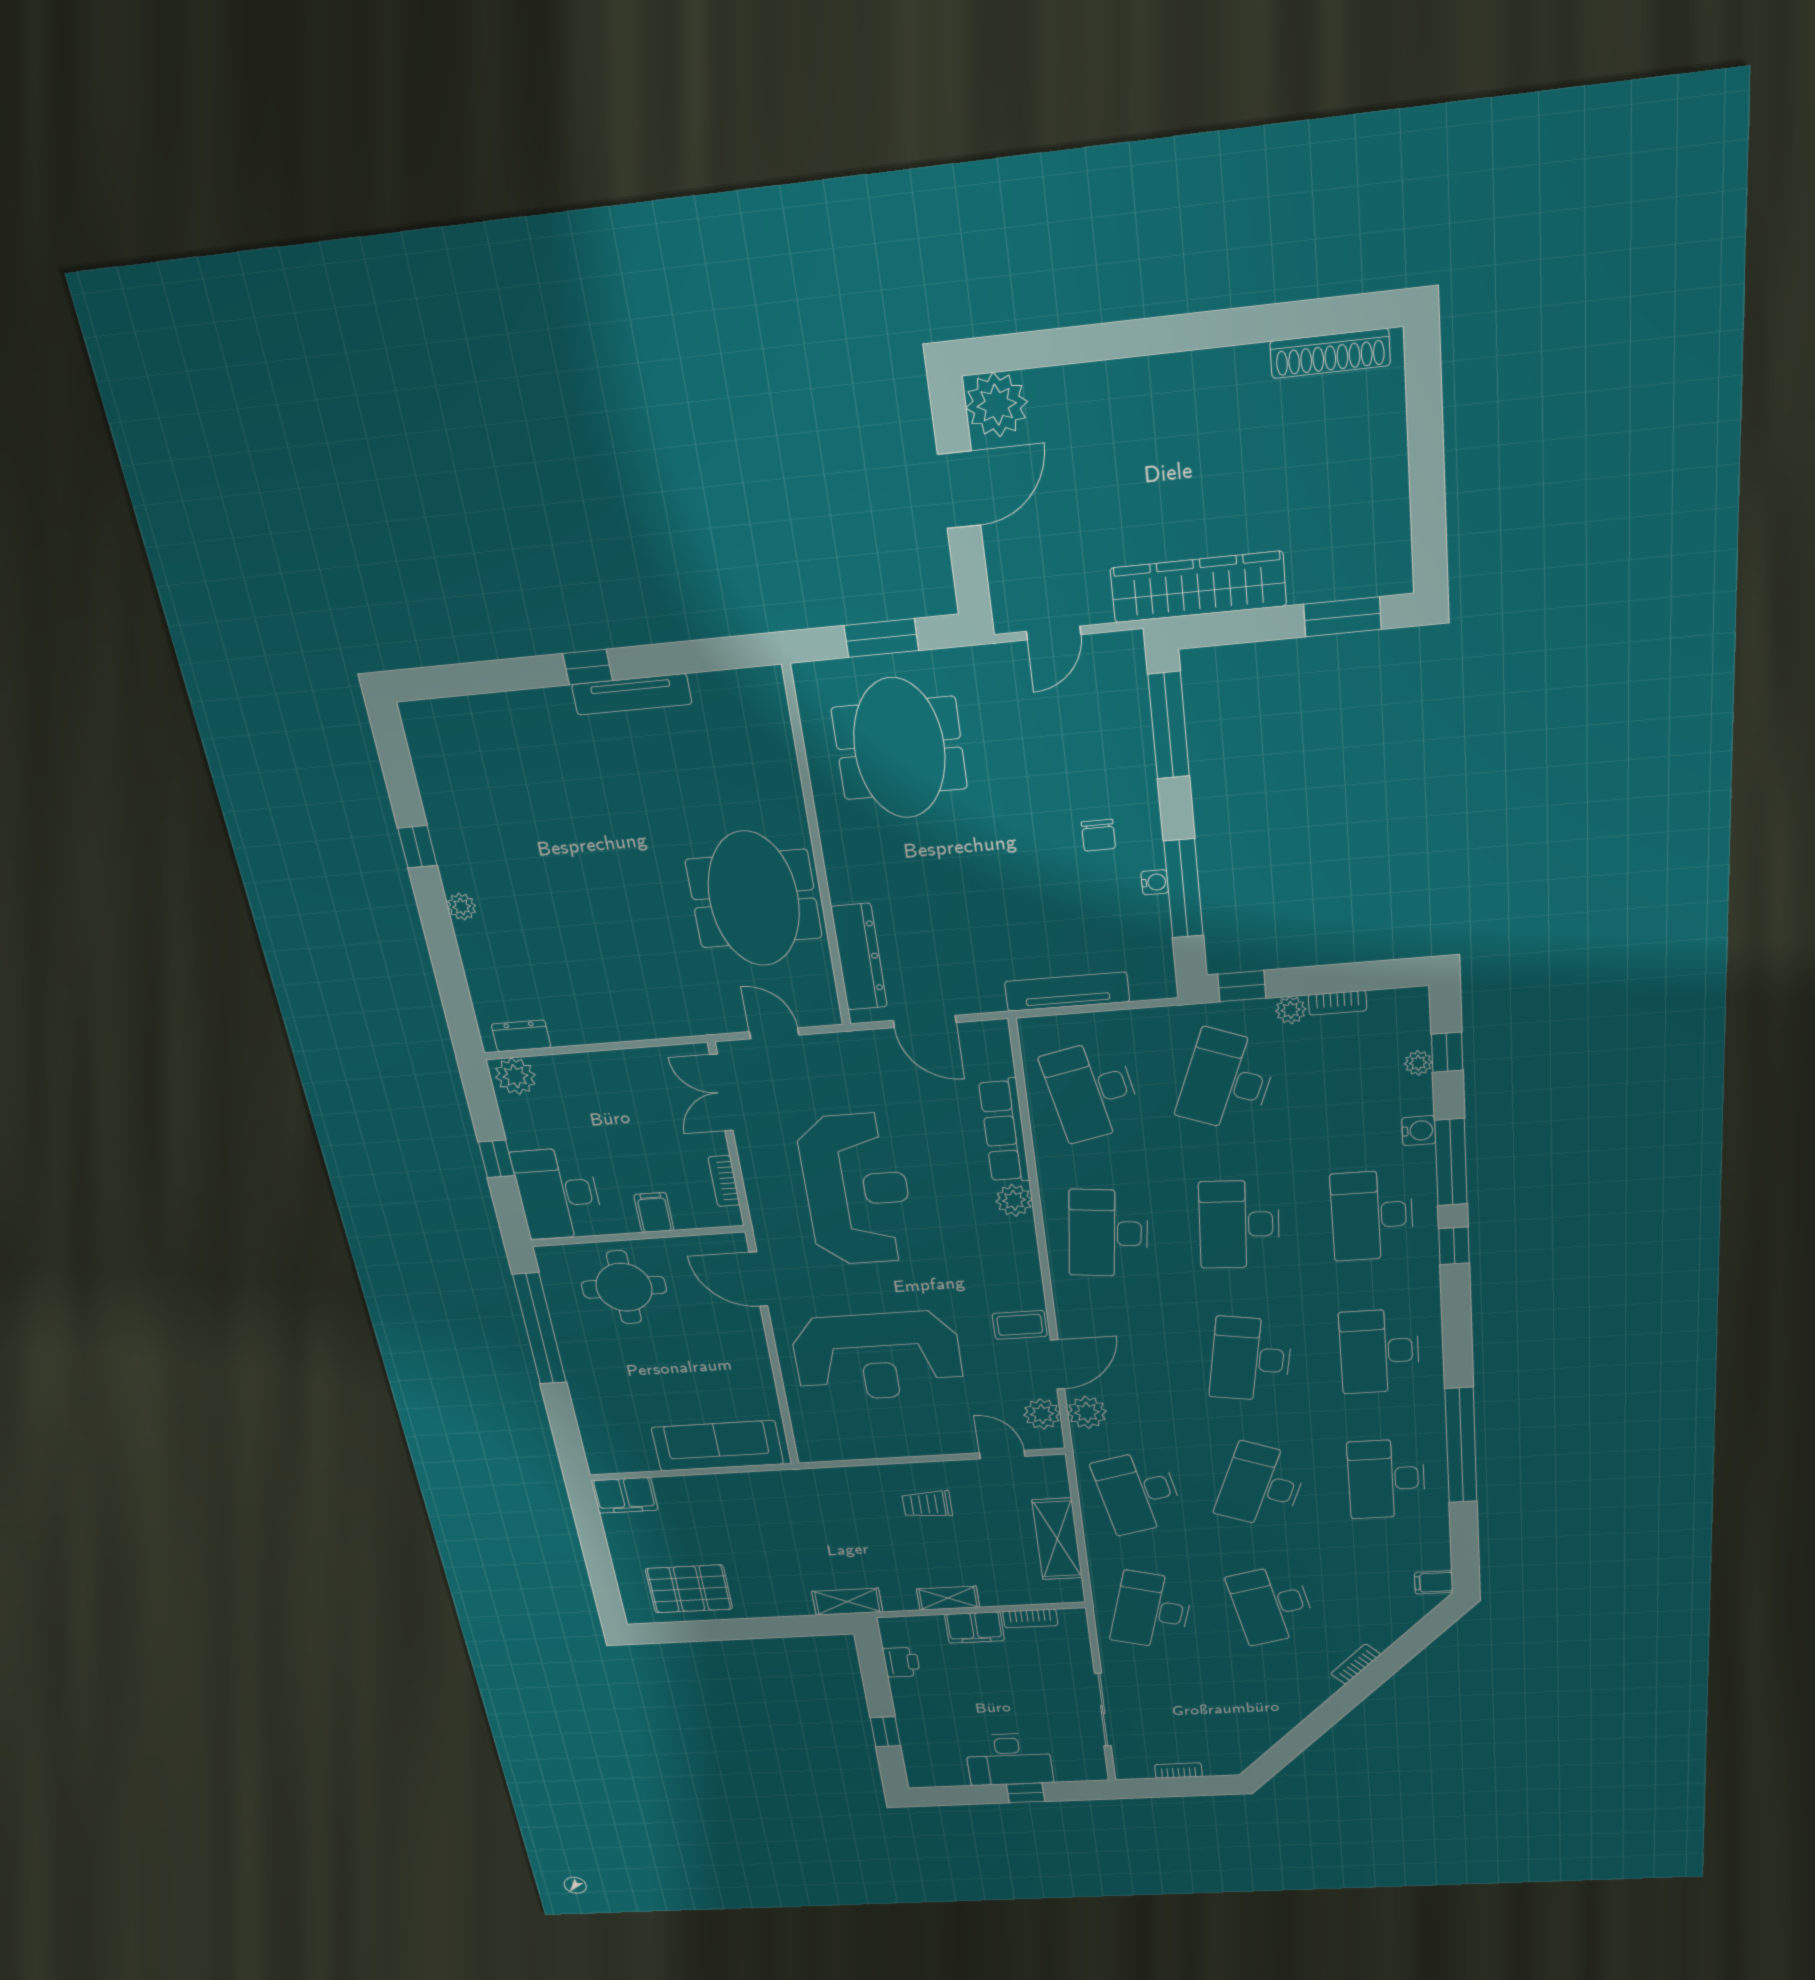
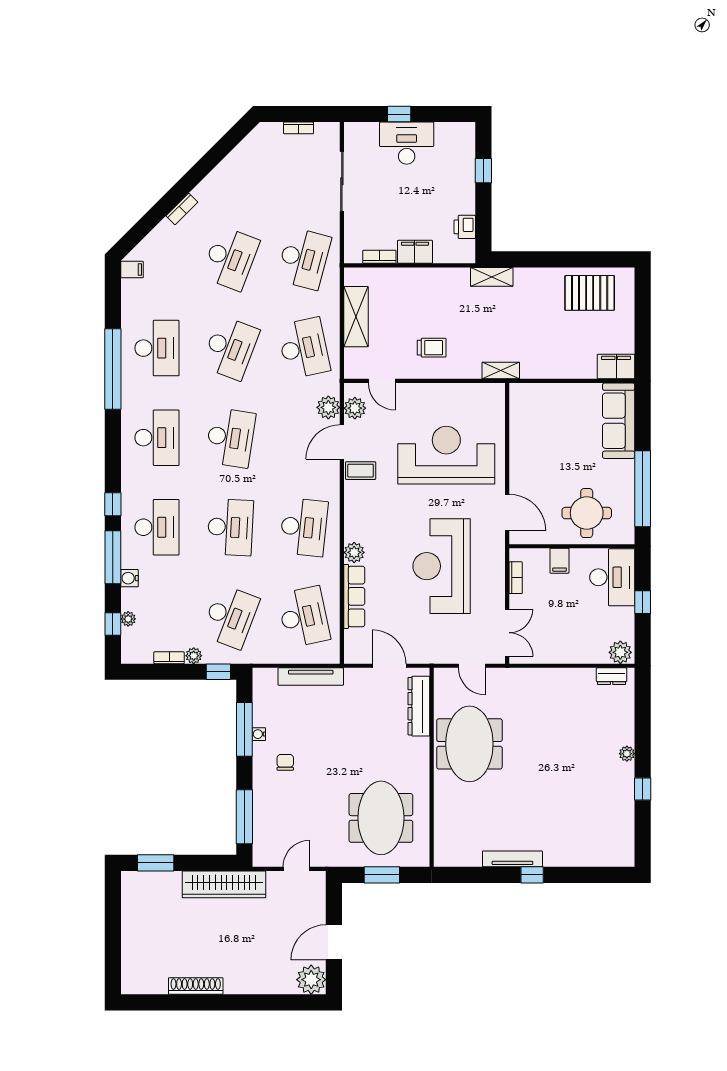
shoe rack: (1330, 353) -> (196, 986), moved
sofa: (717, 1446) -> (619, 421), moved, turned 90
shelving: (948, 1598) -> (501, 371), moved
desk: (1272, 1605) -> (230, 259), turned 33

